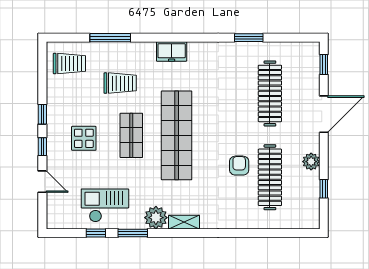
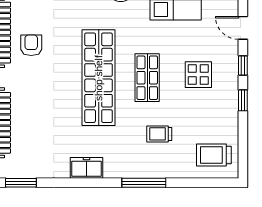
window: (110, 38) -> (144, 183), moved
freezer: (172, 52) -> (86, 168), moved
trolley: (120, 83) -> (159, 134), width x0.73, depth x0.72
armchair: (239, 166) -> (31, 45), turned 180

